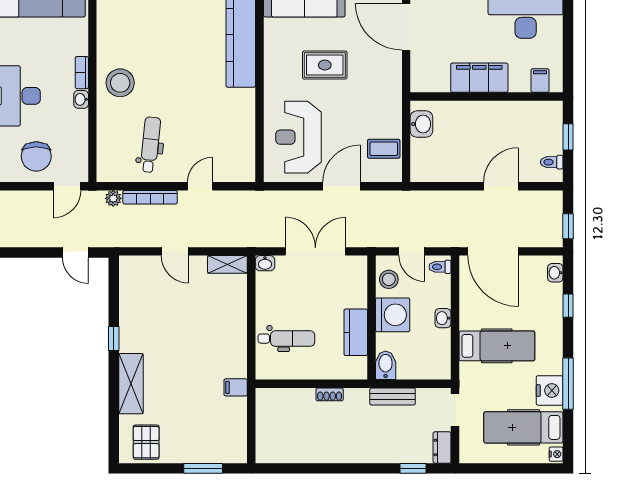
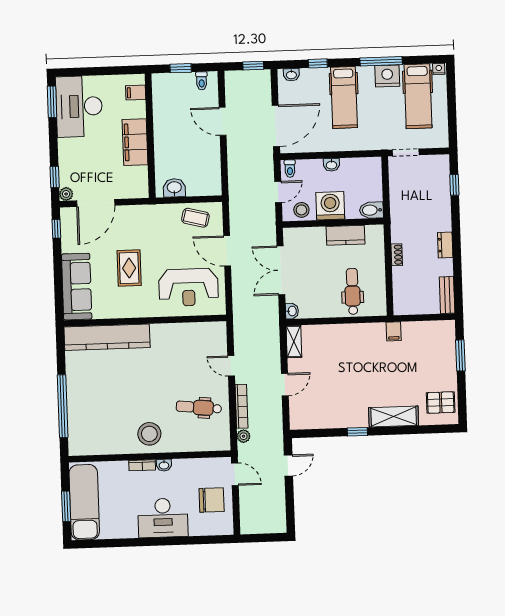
coffee table: (384, 149) -> (195, 218), turned -76
hospital bed: (497, 346) -> (344, 97), moved, turned 180
bench: (393, 397) -> (447, 295), moved
dresser: (442, 448) -> (445, 245), moved, turned 90

